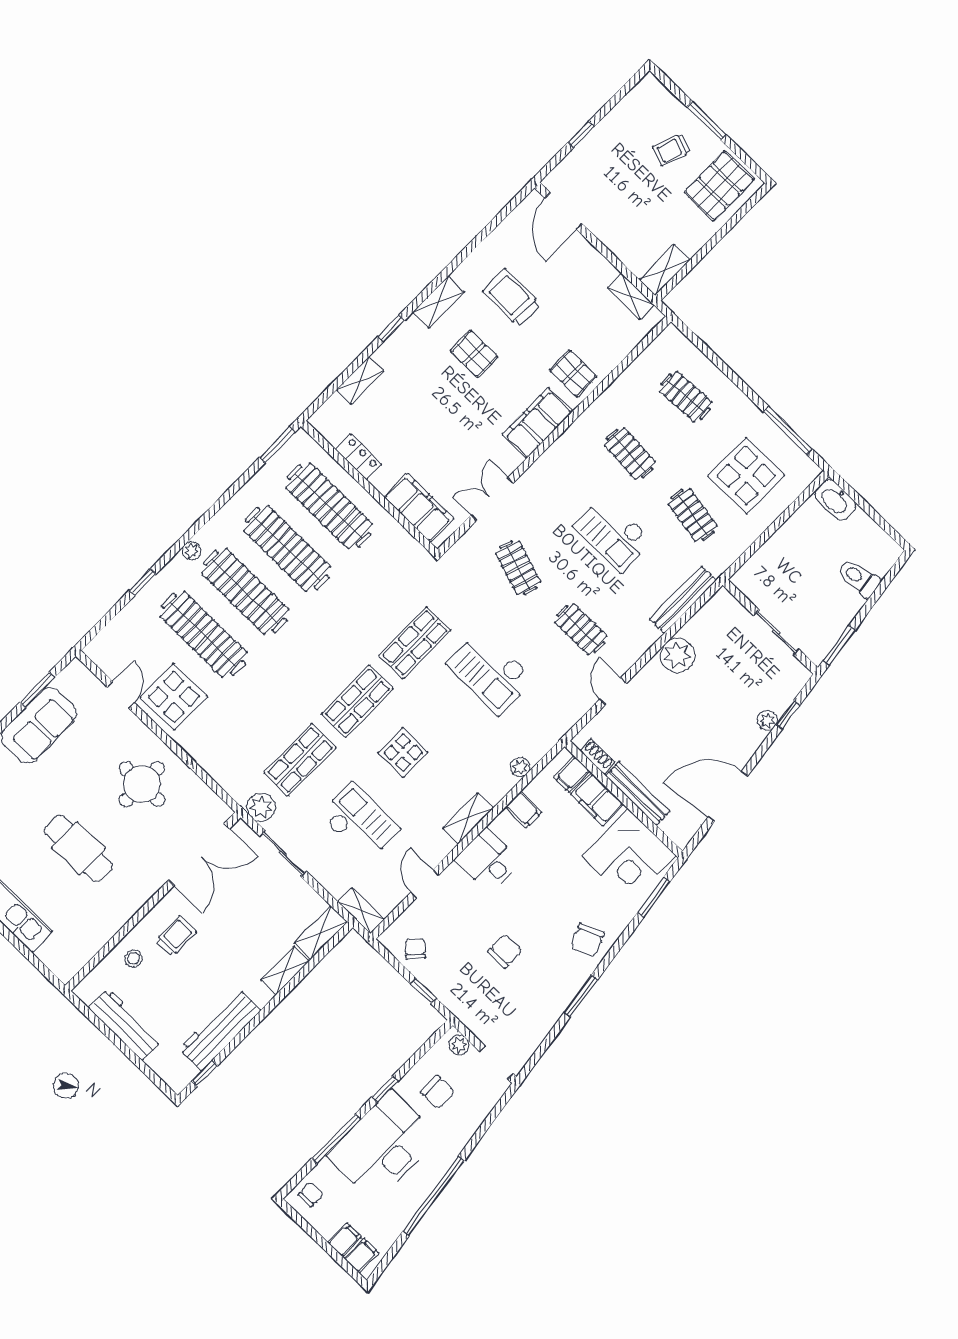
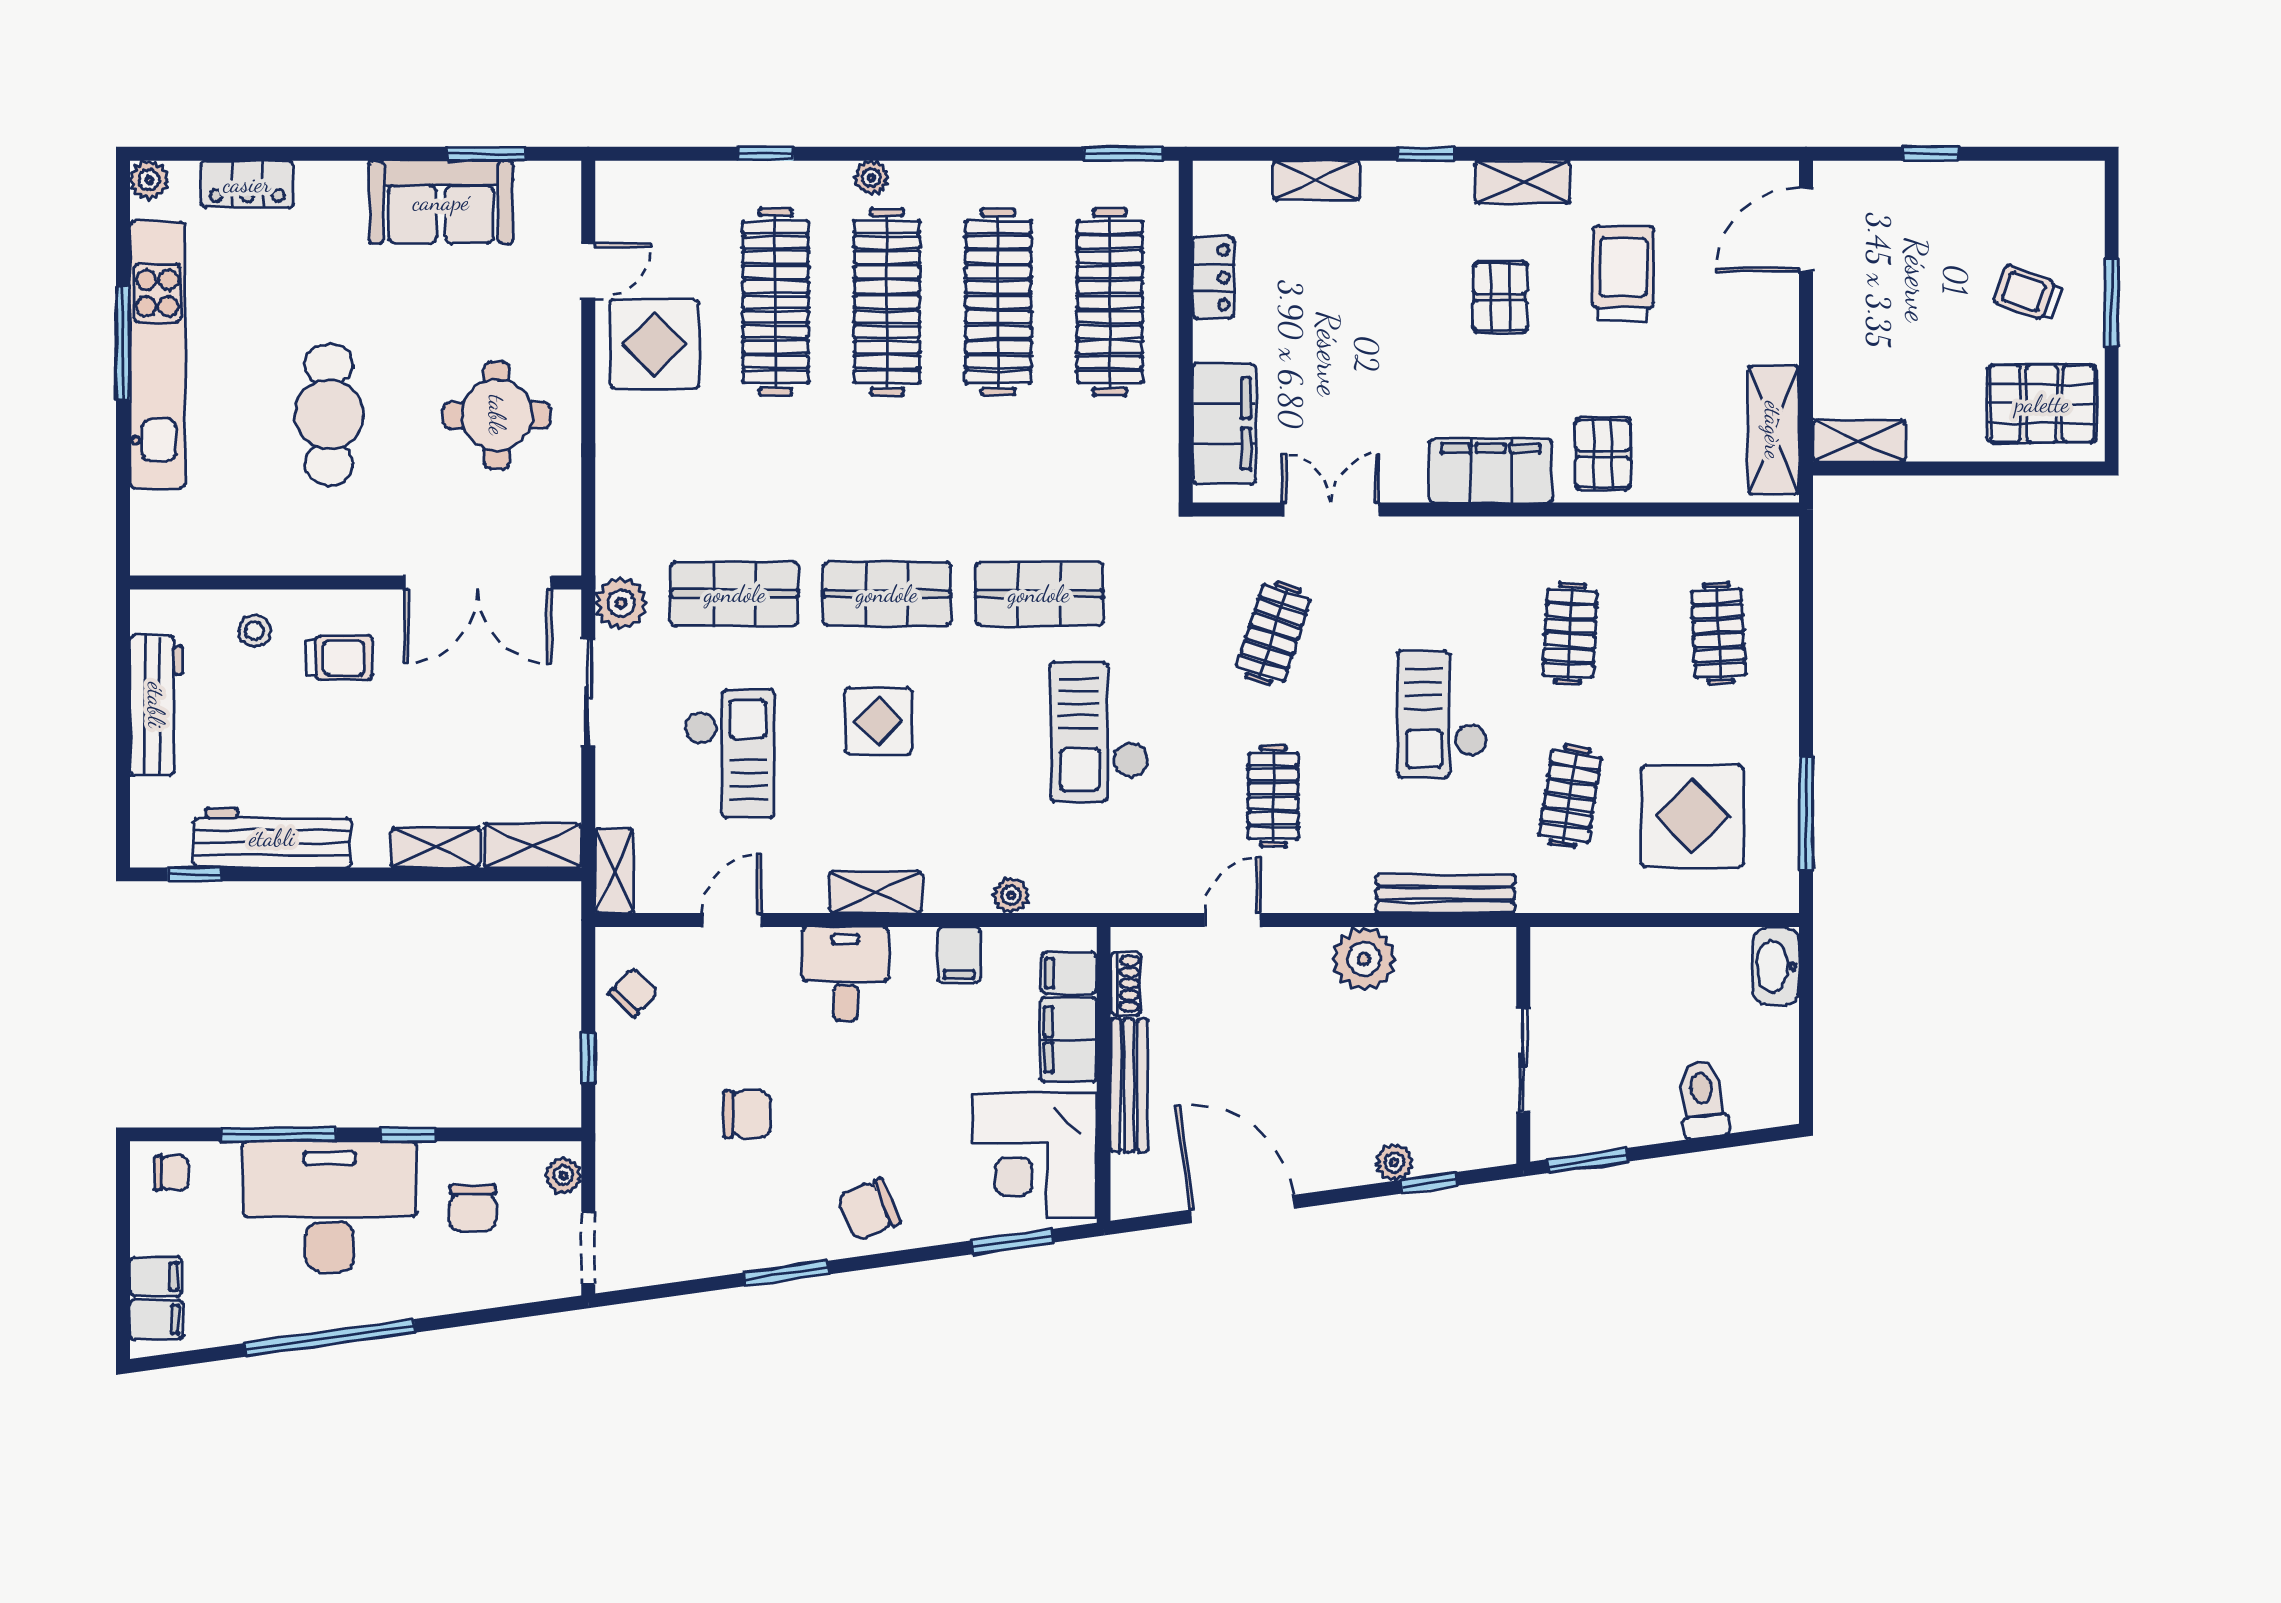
shelving: (631, 296) -> (1773, 430), width x1.50, depth x1.33

